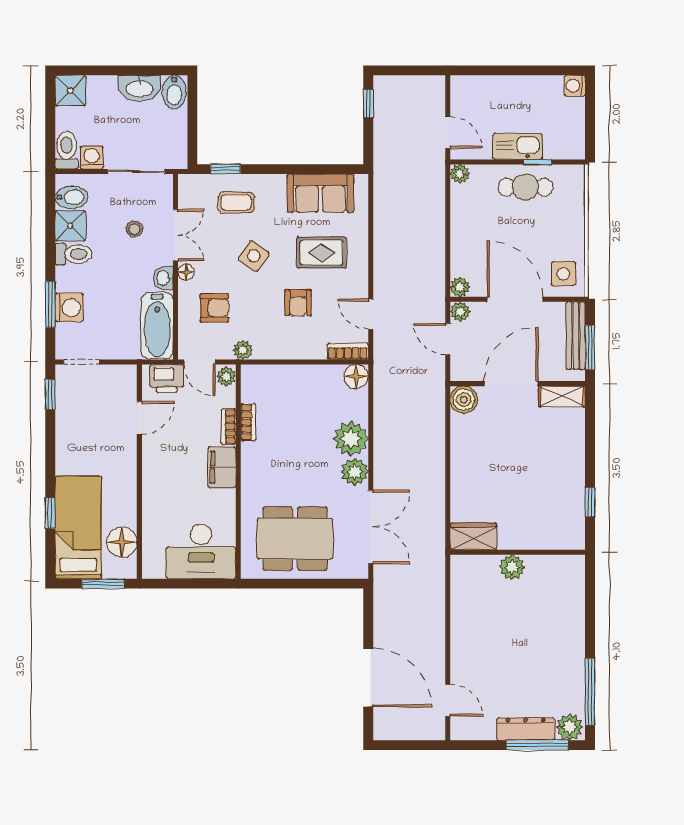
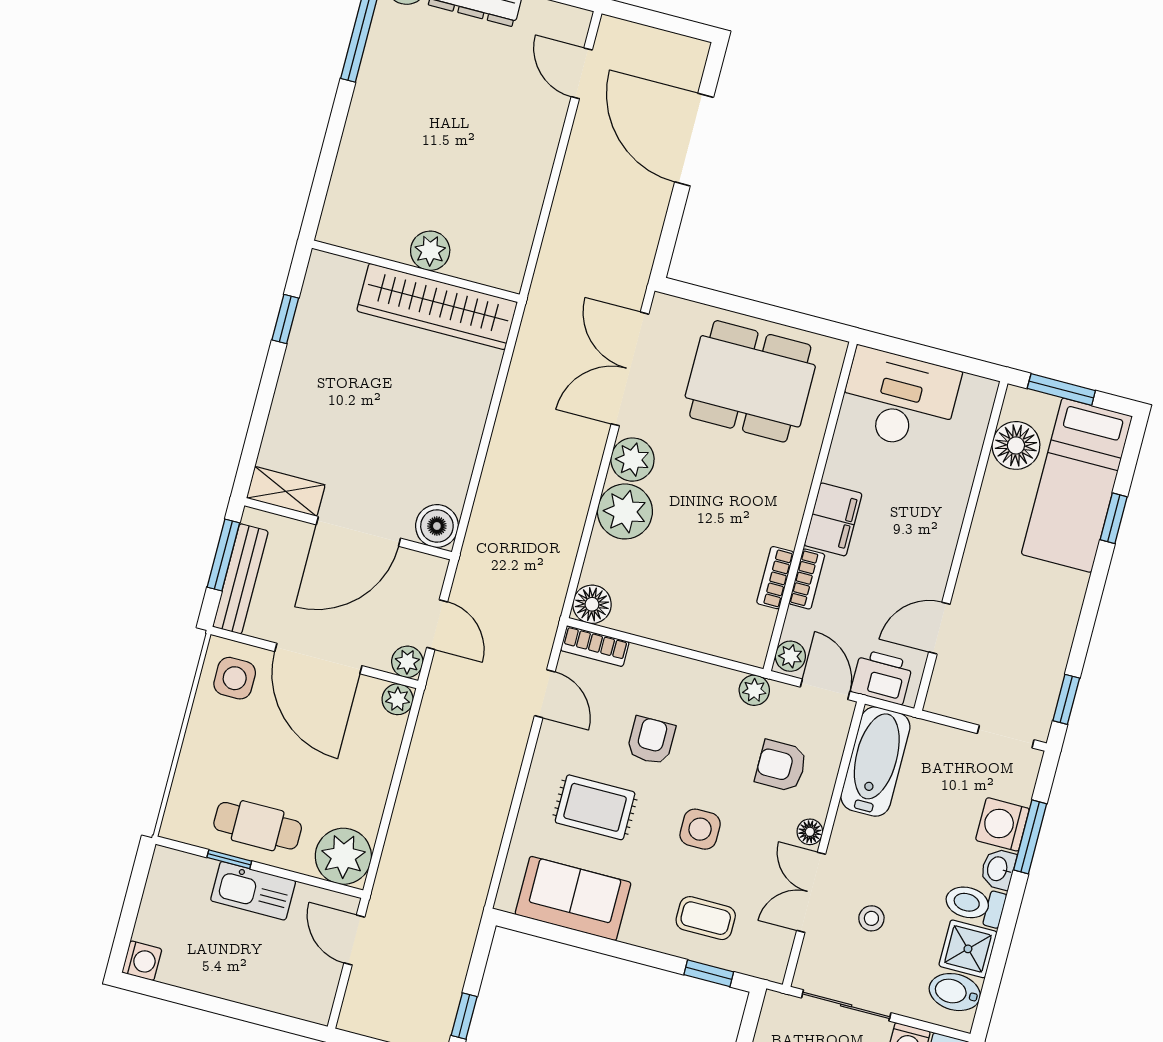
plant: (460, 174) -> (343, 856), width x1.88, depth x1.88
side table: (254, 256) -> (700, 829), turned -35
washbasin: (163, 278) -> (998, 869), moved, turned 180
wardrobe: (473, 536) -> (437, 307), width x2.10, depth x1.17

